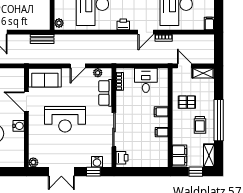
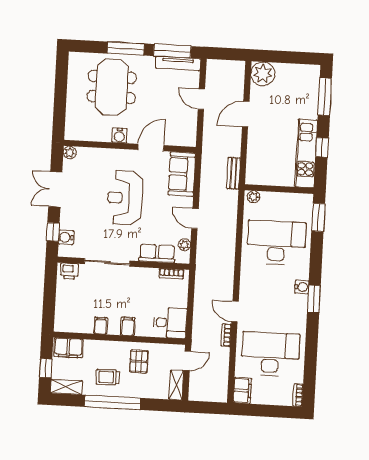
printer: (123, 24) -> (247, 282), removed
filing cabinet: (209, 24) -> (242, 391), width x2.00
desk: (146, 80) -> (170, 323), moved

